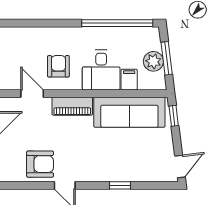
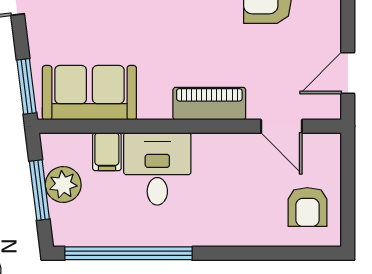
armchair: (58, 66) -> (307, 207), moved
sofa: (129, 112) -> (89, 93), width x0.73
window: (174, 116) -> (27, 86), width x1.50

